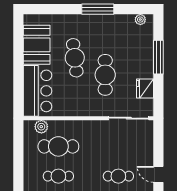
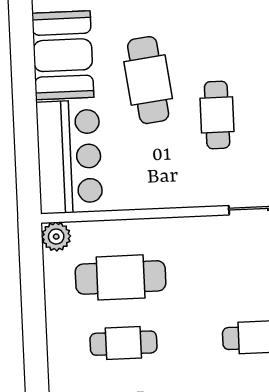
cafe table: (105, 75) -> (217, 115), width x0.73, depth x0.74
plant: (41, 127) -> (56, 237), moved

